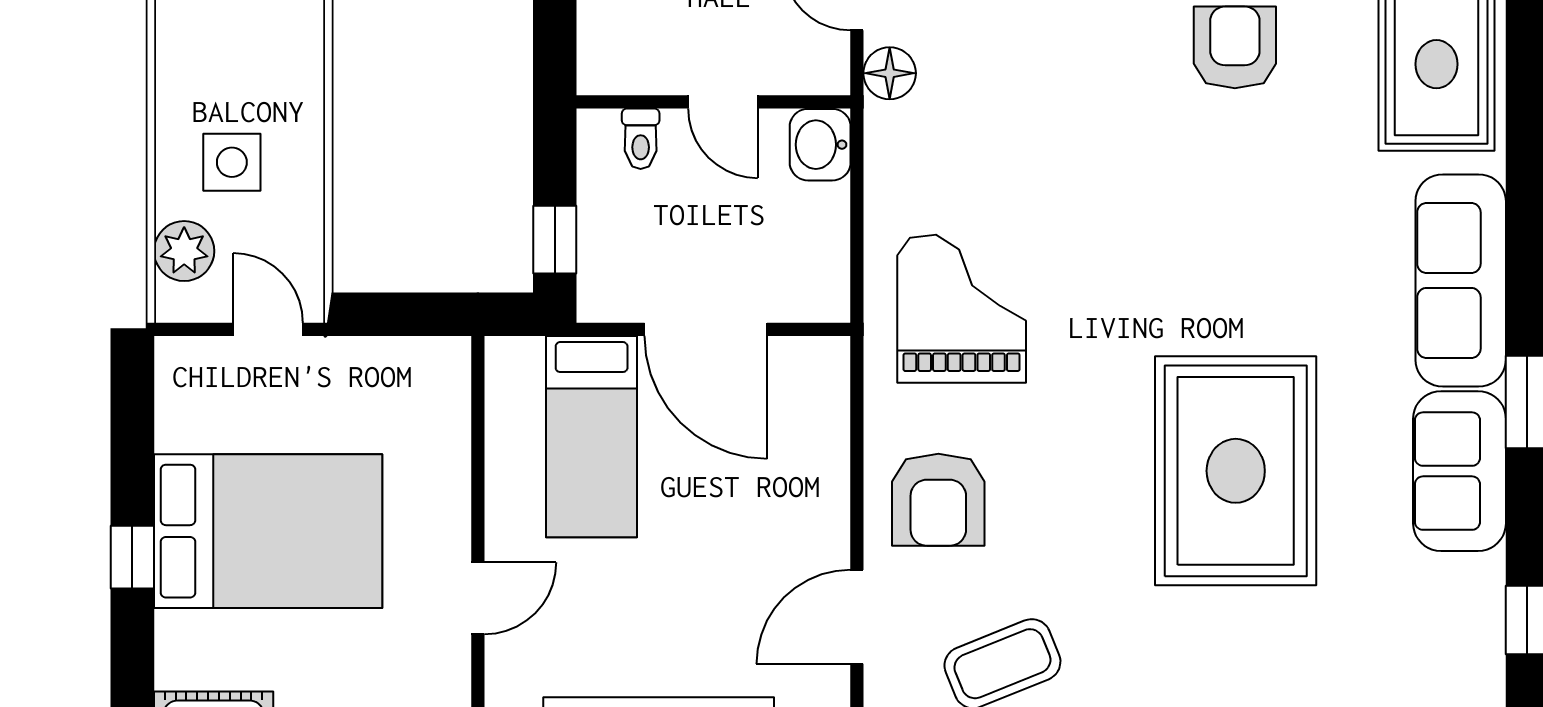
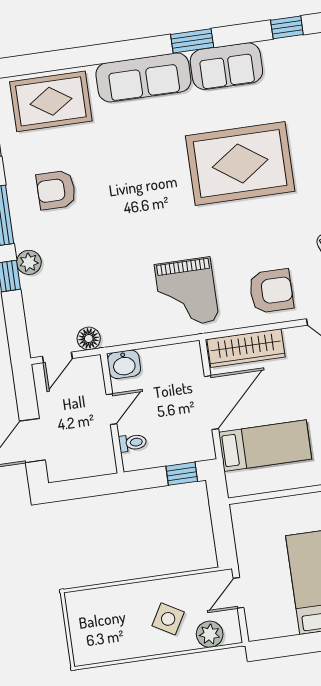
side table: (232, 162) -> (168, 619), turned 30
grand piano: (962, 309) -> (187, 293), turned -90
wardrobe: (818, 425) -> (246, 348), added

